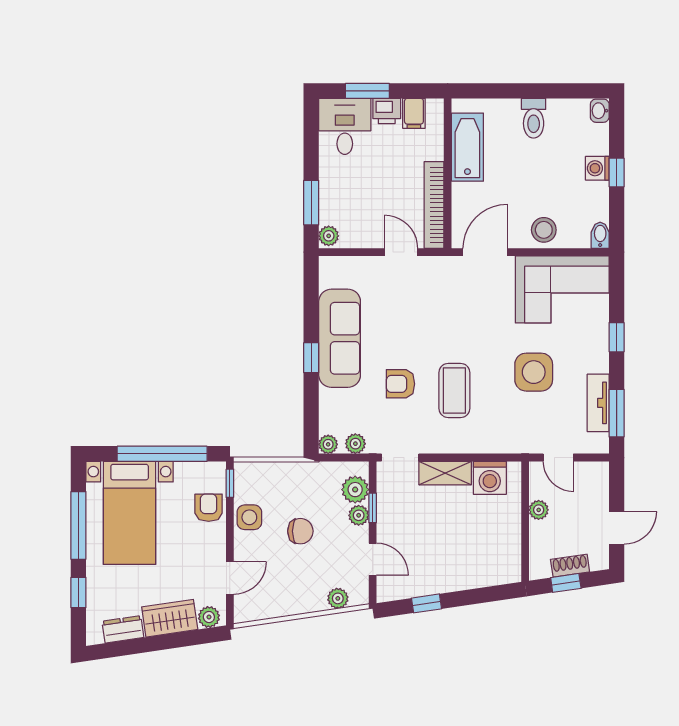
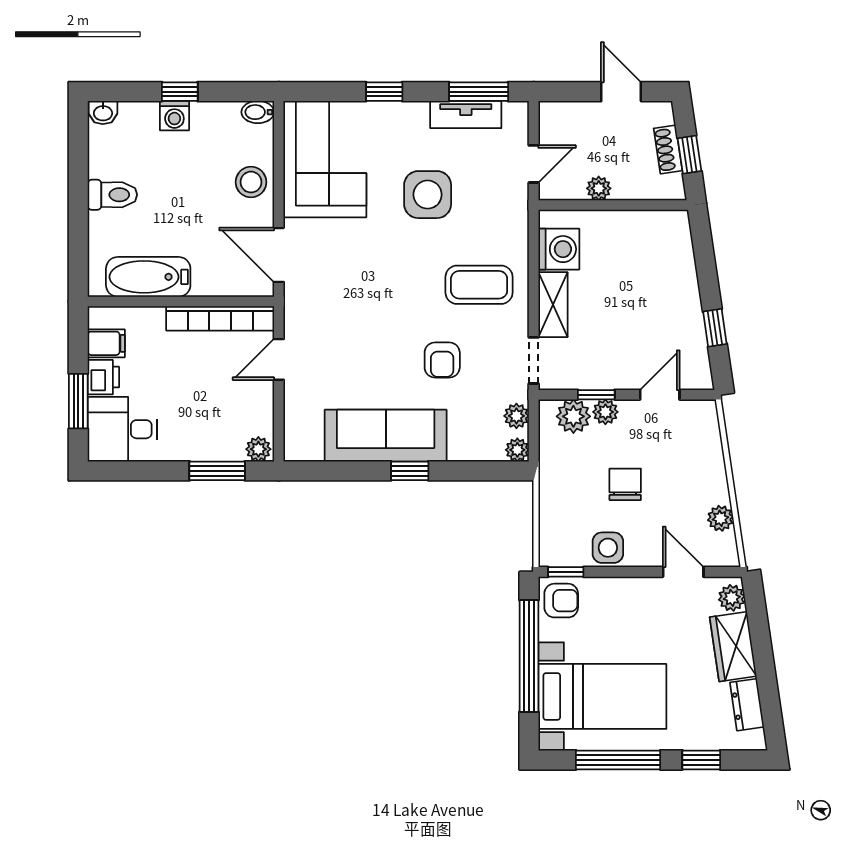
coffee table: (454, 390) -> (479, 285), moved
armchair: (209, 508) -> (561, 601), moved, turned 180
plant: (338, 598) -> (720, 518), moved

